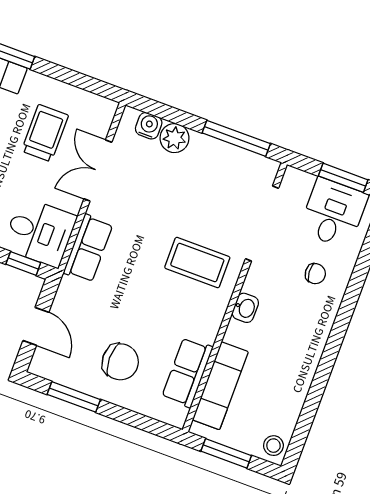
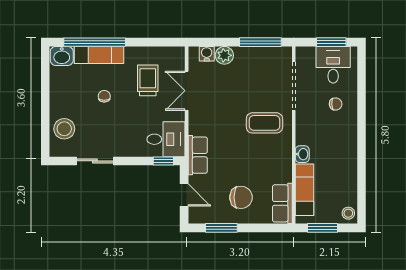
row of seats: (88, 248) -> (198, 155), moved
washbasin: (245, 308) -> (302, 154), moved
row of seats: (187, 372) -> (282, 203), moved

